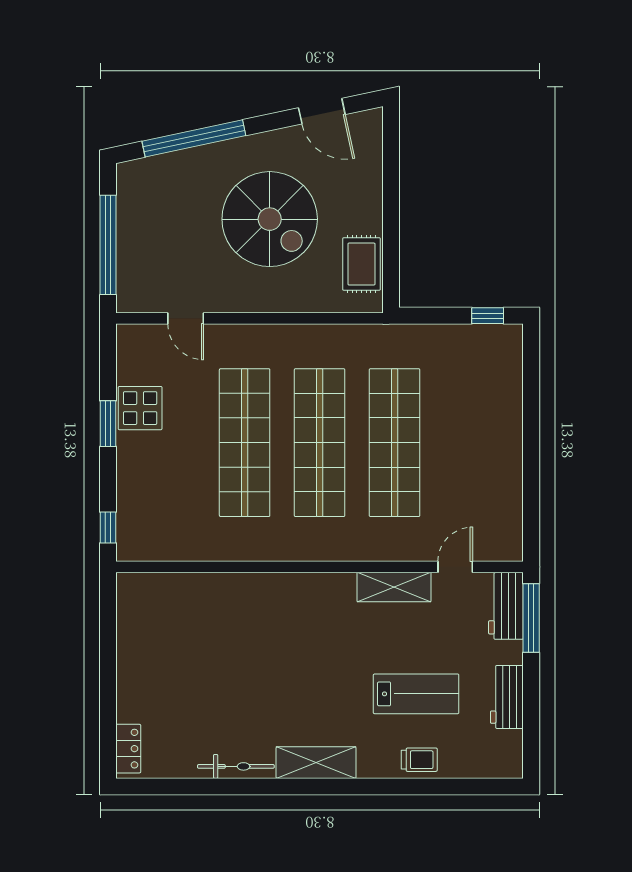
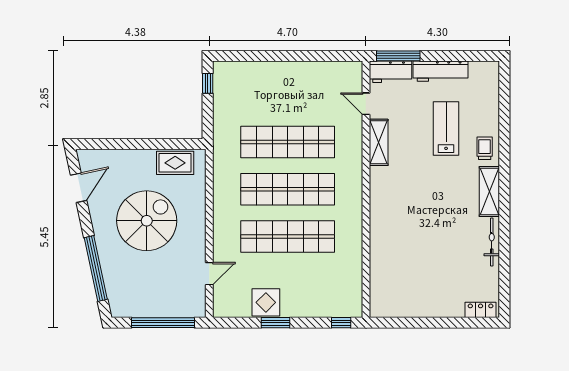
workbench: (507, 697) -> (440, 71), width x1.38
trolley: (419, 760) -> (485, 148), moved

